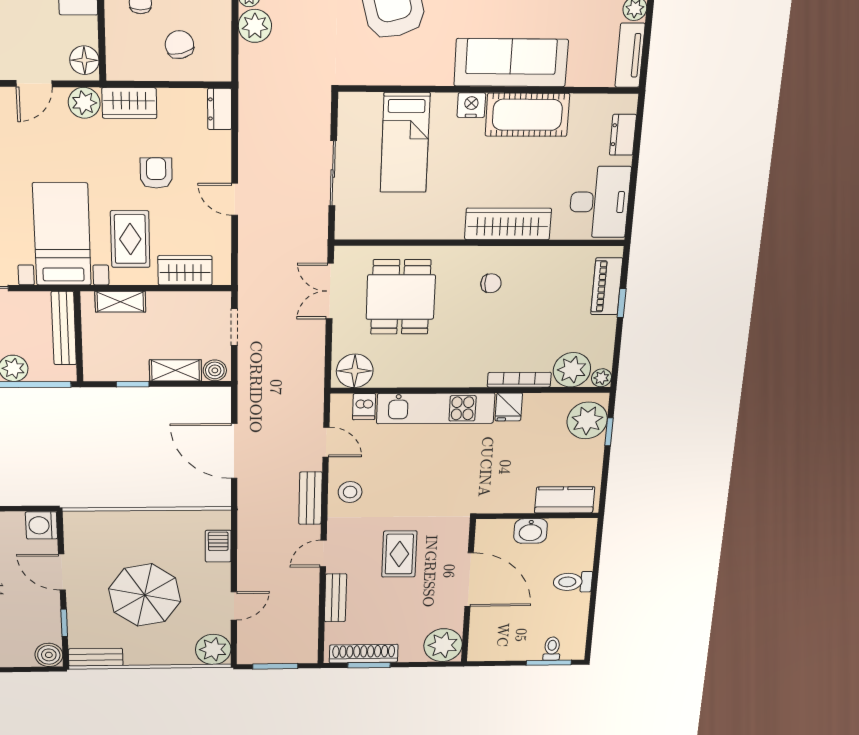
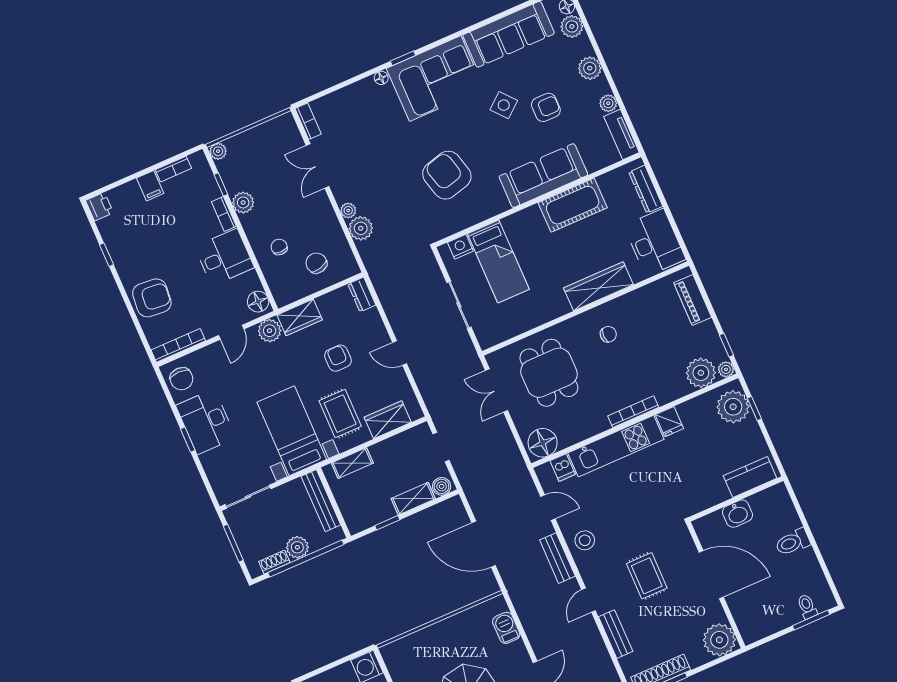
nightstand: (471, 105) -> (460, 247), moved
dresser: (623, 135) -> (646, 189), width x1.44
window: (621, 303) -> (727, 345), moved
bookcase: (519, 380) -> (633, 412), moved

